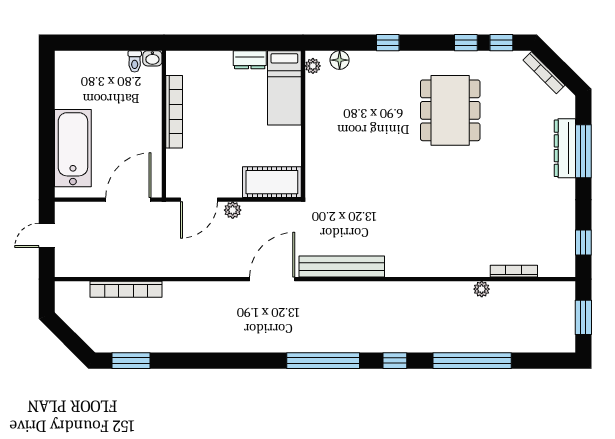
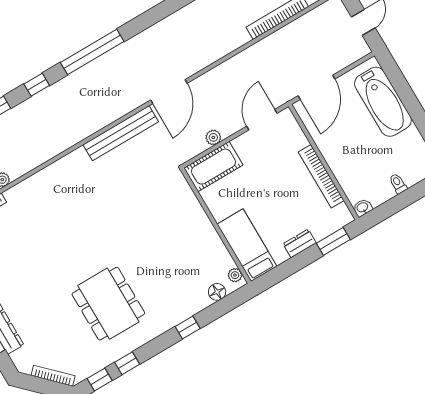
window: (200, 43) -> (333, 241), added
dresser: (250, 60) -> (300, 243), moved
toilet: (135, 61) -> (398, 184), moved
plant: (233, 210) -> (213, 137), moved

